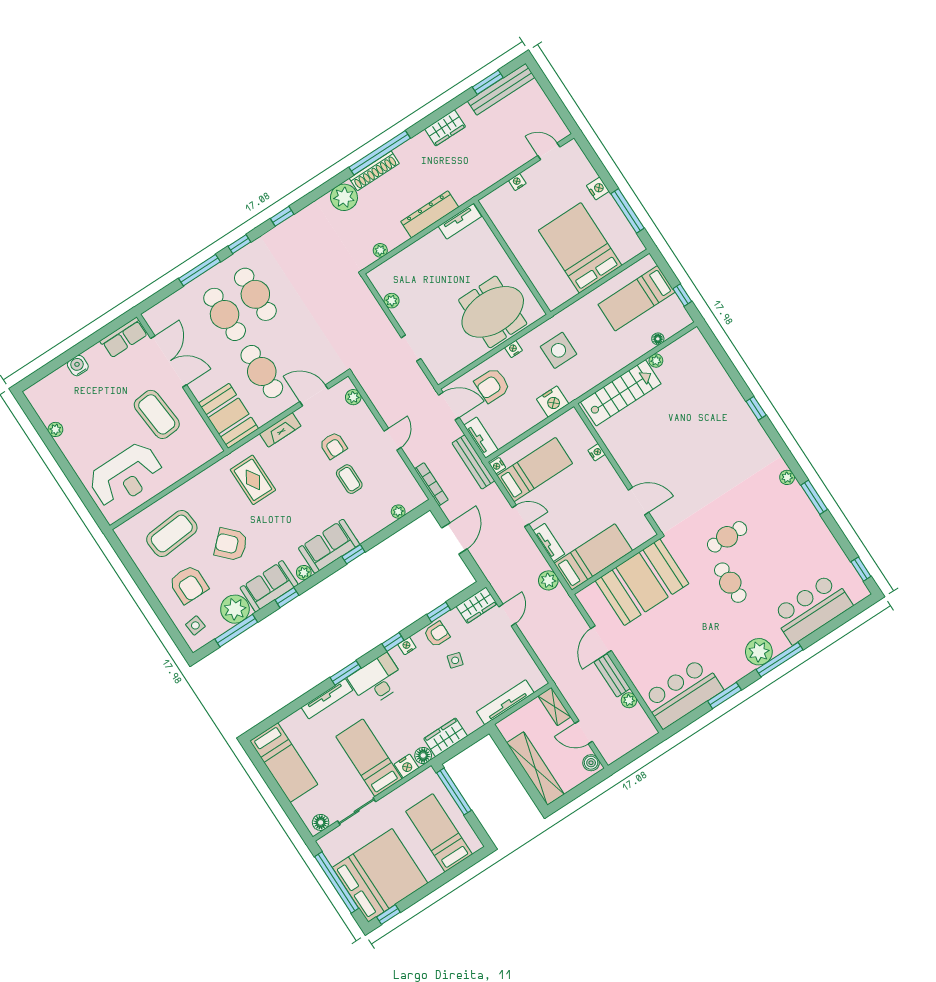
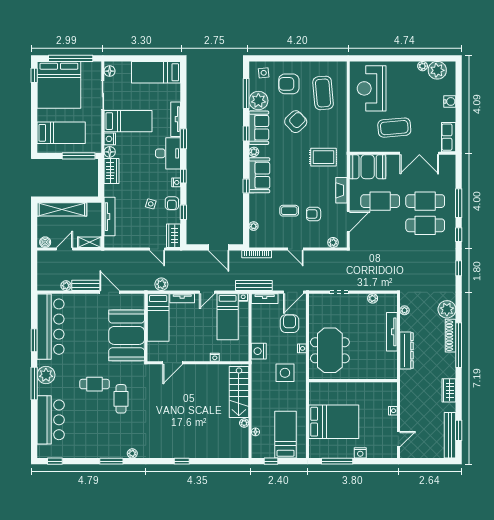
tv unit: (460, 221) -> (392, 332), moved, width x1.41
plant: (49, 407) -> (437, 70), added
bar counter: (683, 693) -> (51, 327), width x1.36

